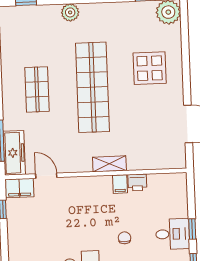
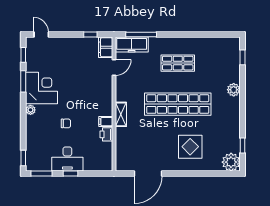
desk: (173, 234) -> (67, 159), width x1.37

